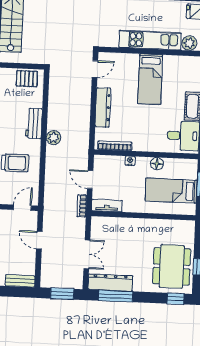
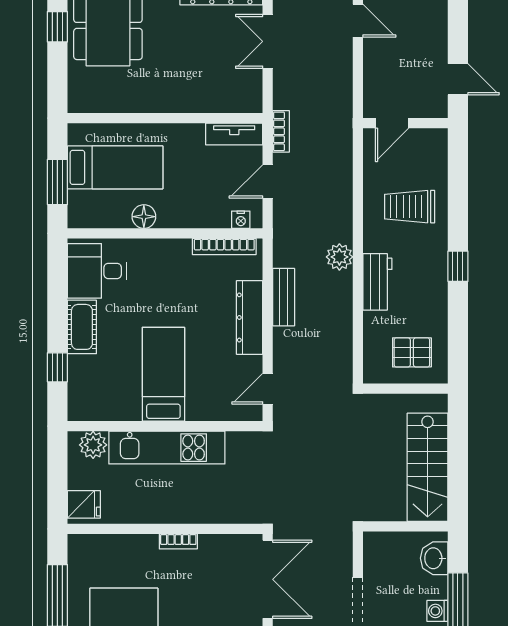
pallet: (27, 79) -> (412, 352), moved
bench: (84, 117) -> (284, 297), added
nightstand: (130, 161) -> (241, 220), moved
door: (90, 180) -> (268, 181), swing flipped
door: (39, 240) -> (358, 21), moved

